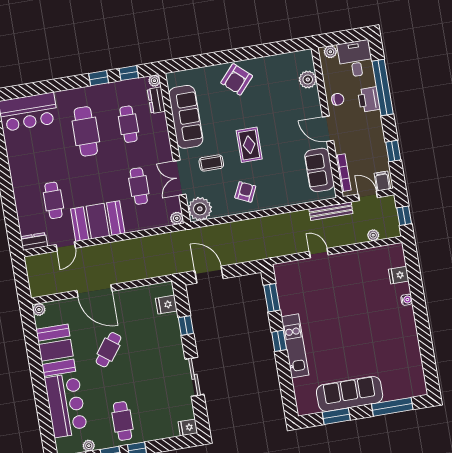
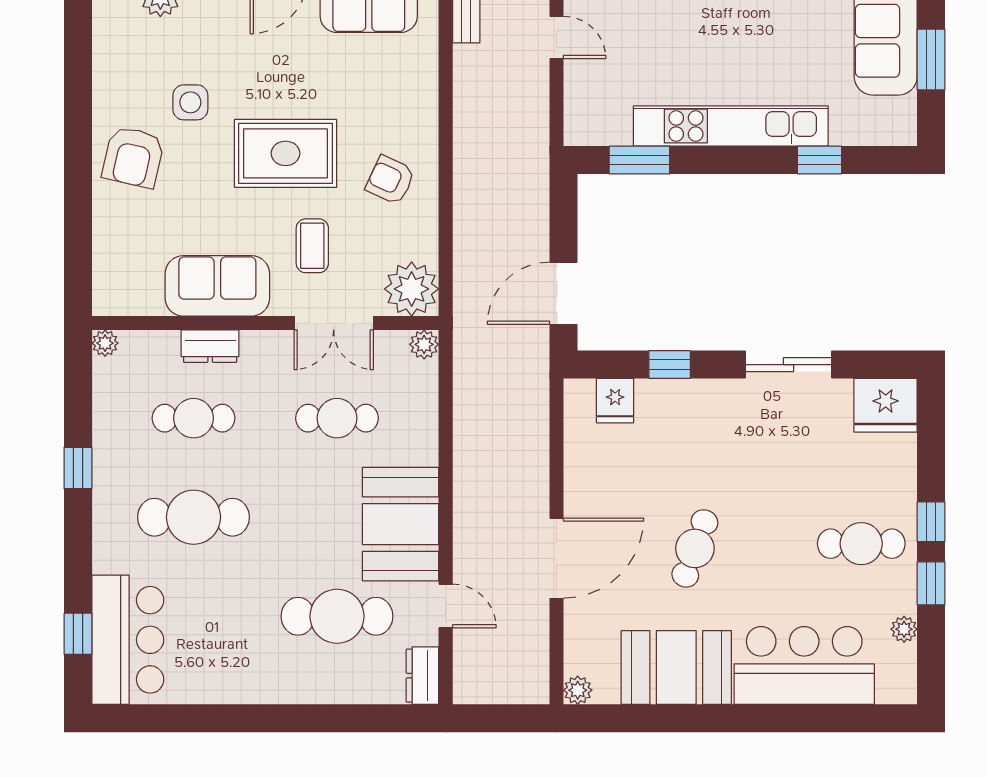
window: (129, 73) -> (78, 634), moved
armchair: (237, 79) -> (133, 157), turned 61
dresser: (156, 100) -> (210, 346), moved
side table: (264, 100) -> (190, 102), added
sofa: (186, 117) -> (217, 286), width x0.73
rug: (249, 145) -> (286, 153), width x1.36, depth x1.43
cafe table: (53, 200) -> (337, 616), width x1.37, depth x1.35
door: (319, 253) -> (557, 37), swing flipped
window: (279, 341) -> (820, 160), moved
kitchen unit: (295, 346) -> (731, 126), width x1.36
cafe table: (108, 350) -> (695, 548), turned 73
fridge: (188, 427) -> (886, 405), width x1.88, depth x1.34

